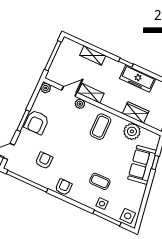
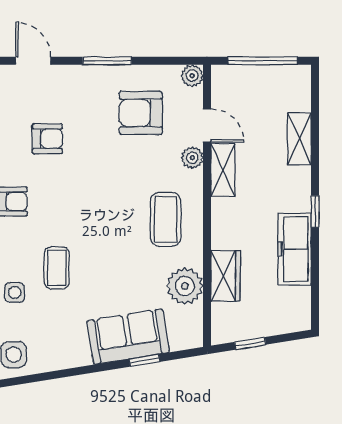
armchair: (37, 122) -> (141, 113), moved
coffee table: (100, 127) -> (166, 219), turned 90

